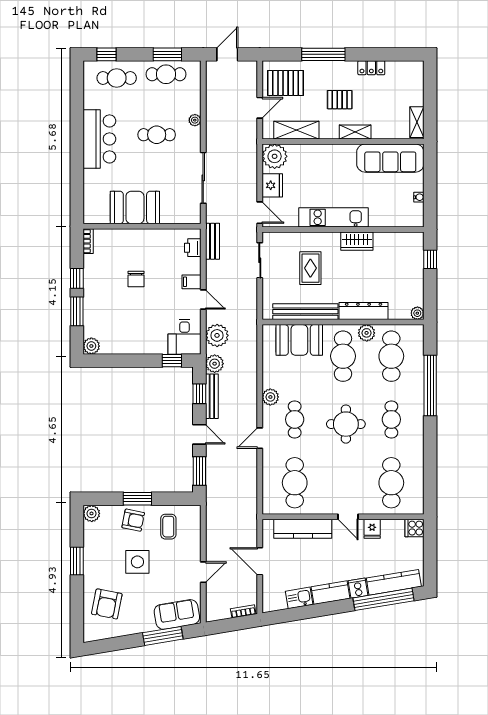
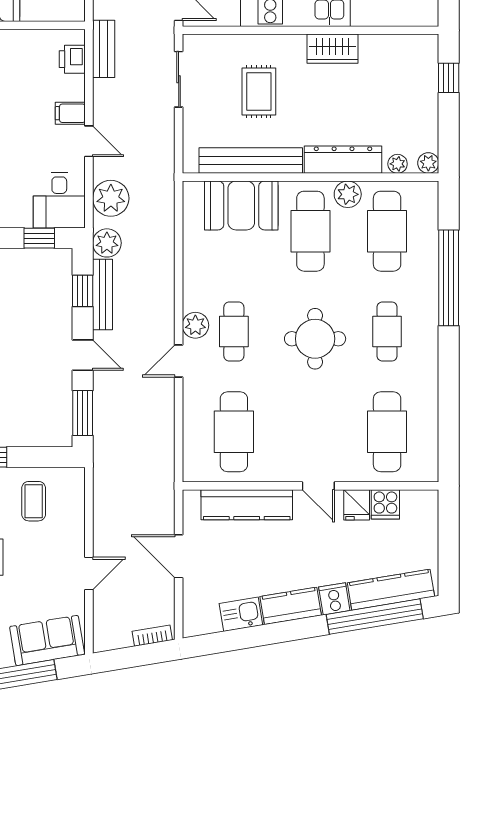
plant: (398, 314) -> (398, 164), added
plant: (270, 397) -> (195, 325), moved
cooker: (415, 528) -> (385, 504), moved, turned -90

